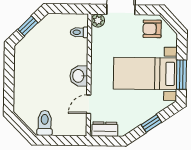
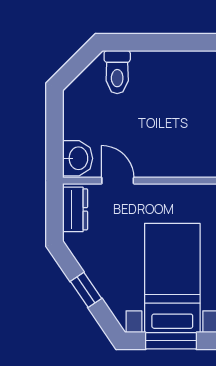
washbasin: (79, 76) -> (78, 158), moved, turned 90
toilet: (45, 123) -> (117, 72), moved, turned 90

